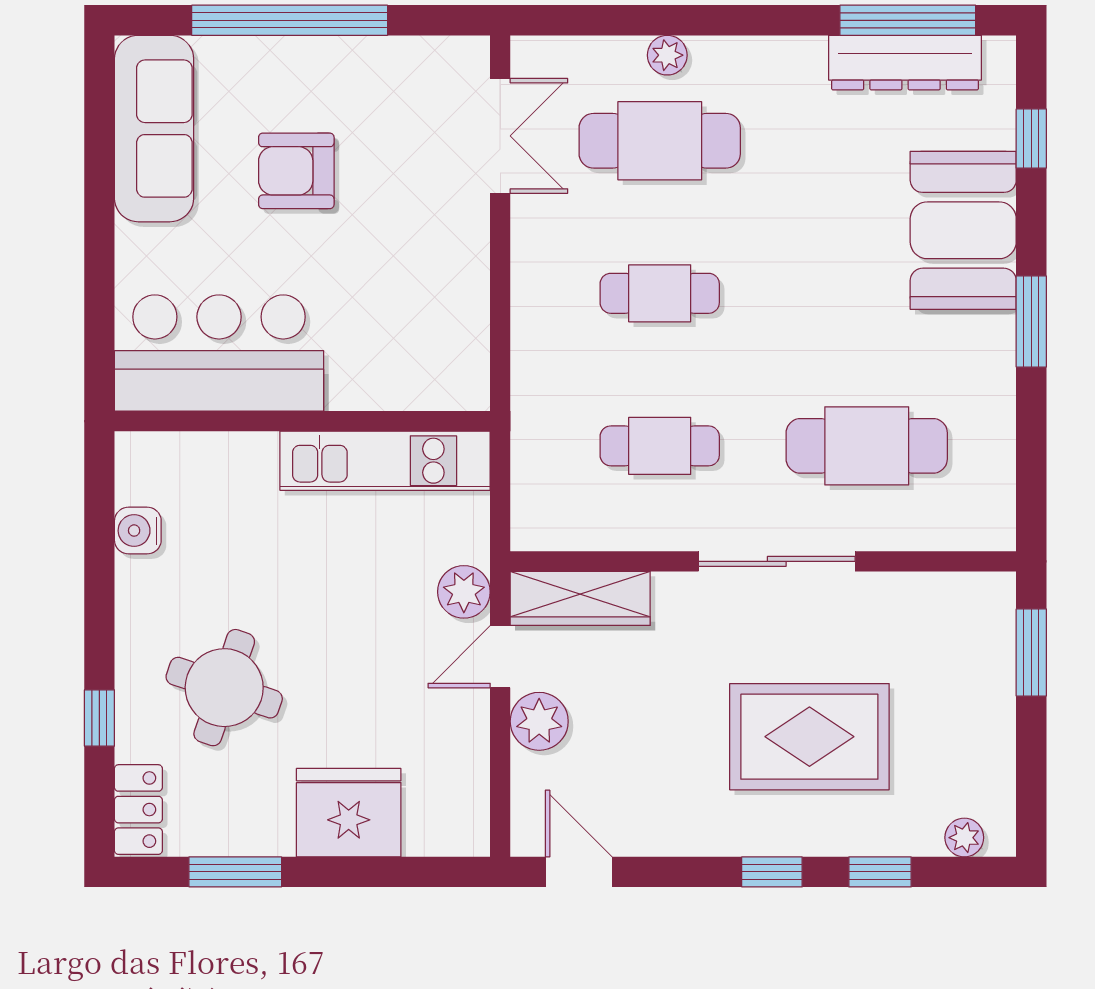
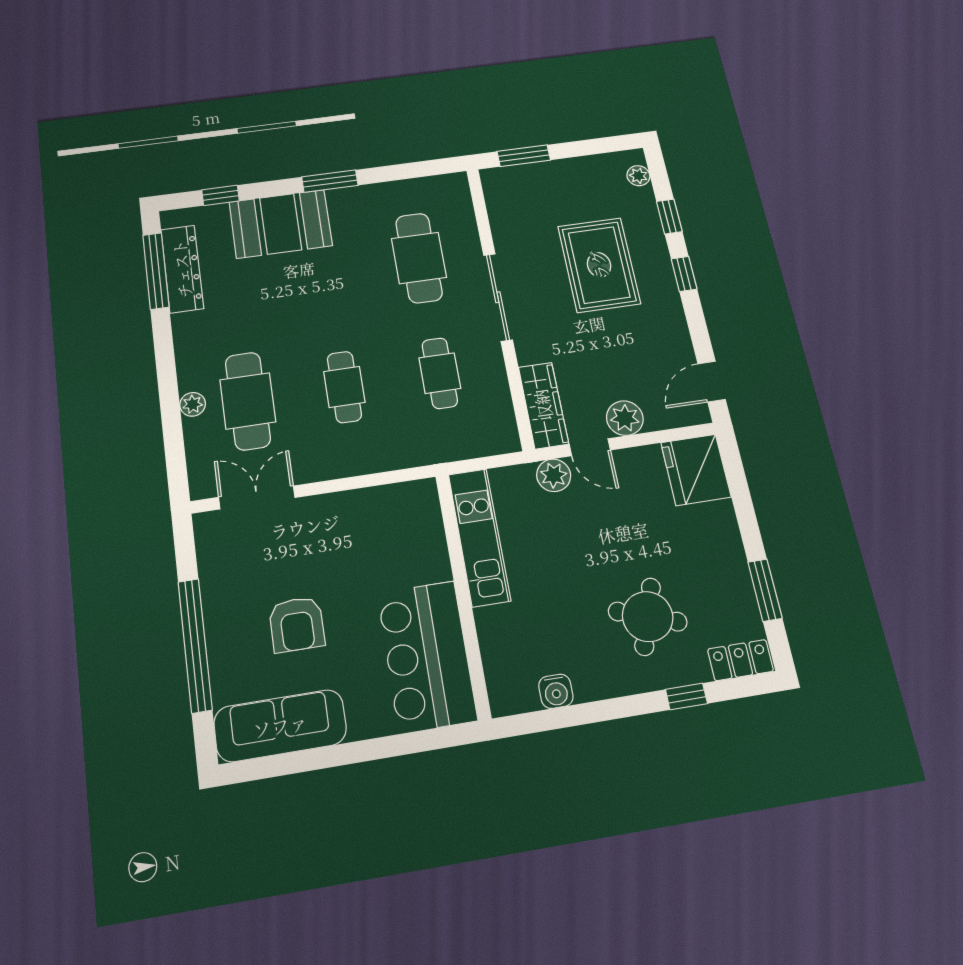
fridge: (349, 813) -> (696, 470), moved

